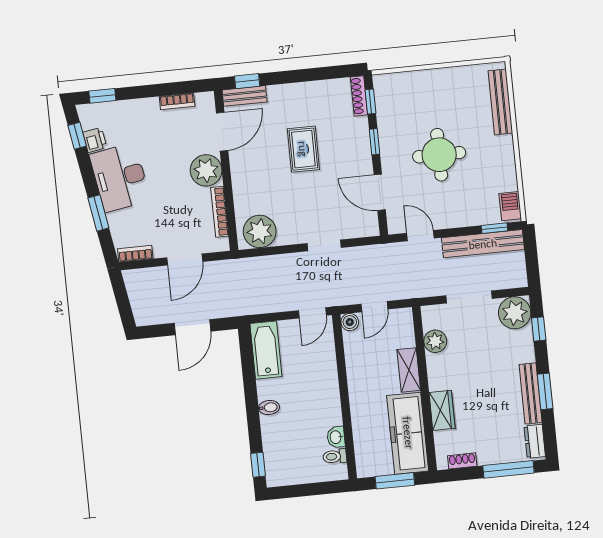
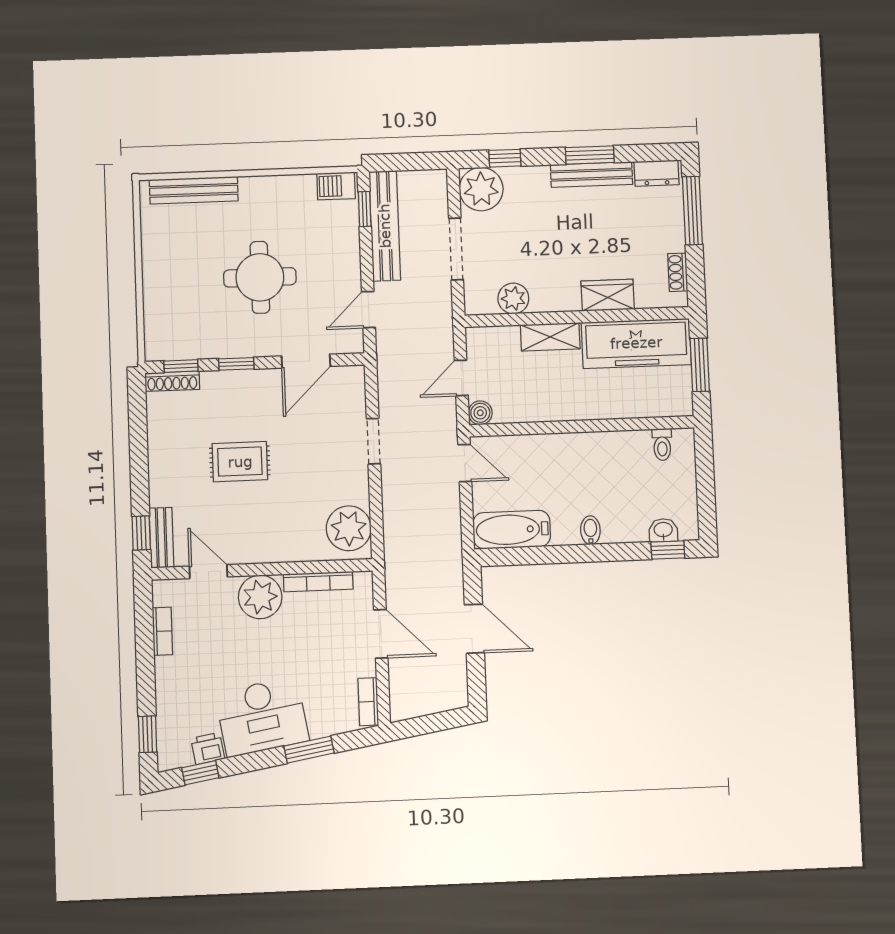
door: (222, 132) -> (208, 572), width x0.73
door: (374, 307) -> (461, 378), swing flipped
washbasin: (336, 437) -> (663, 530), moved, turned 180

